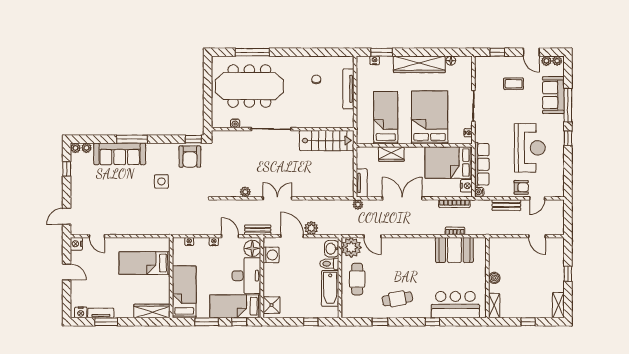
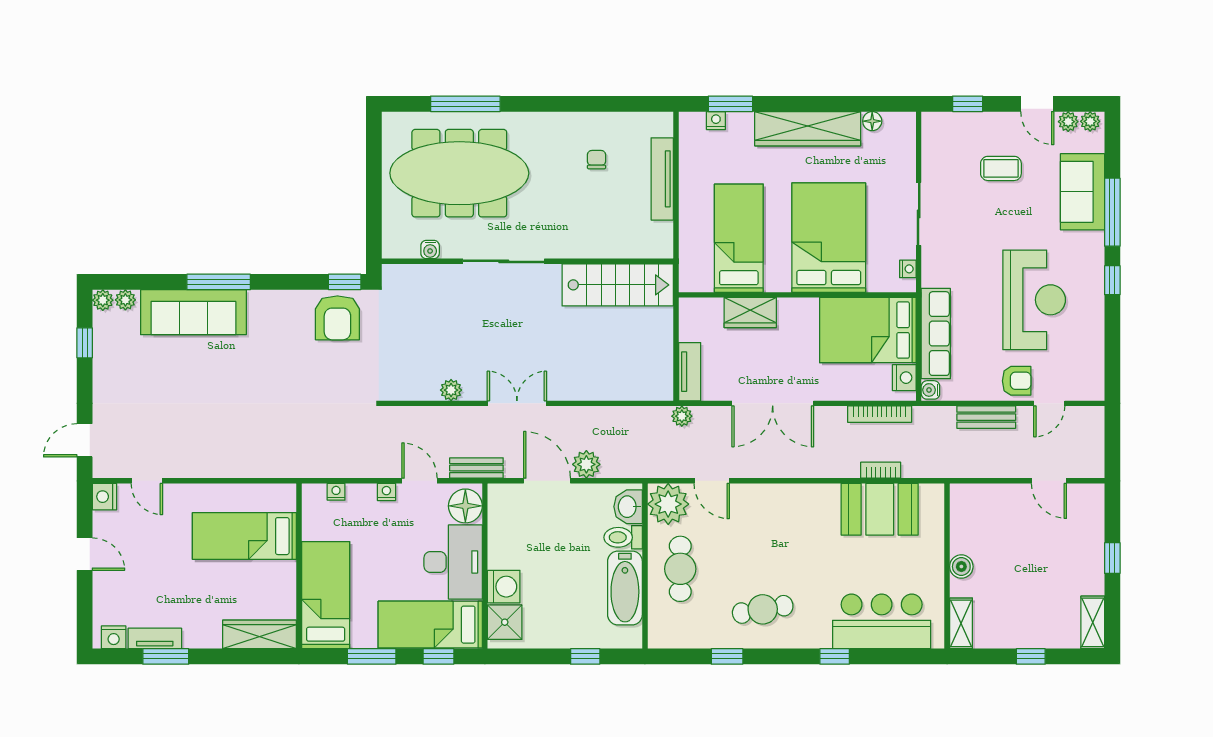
side table: (161, 181) -> (279, 369), removed
double door: (402, 198) -> (773, 403), swing flipped
washing machine: (271, 255) -> (504, 587), moved

